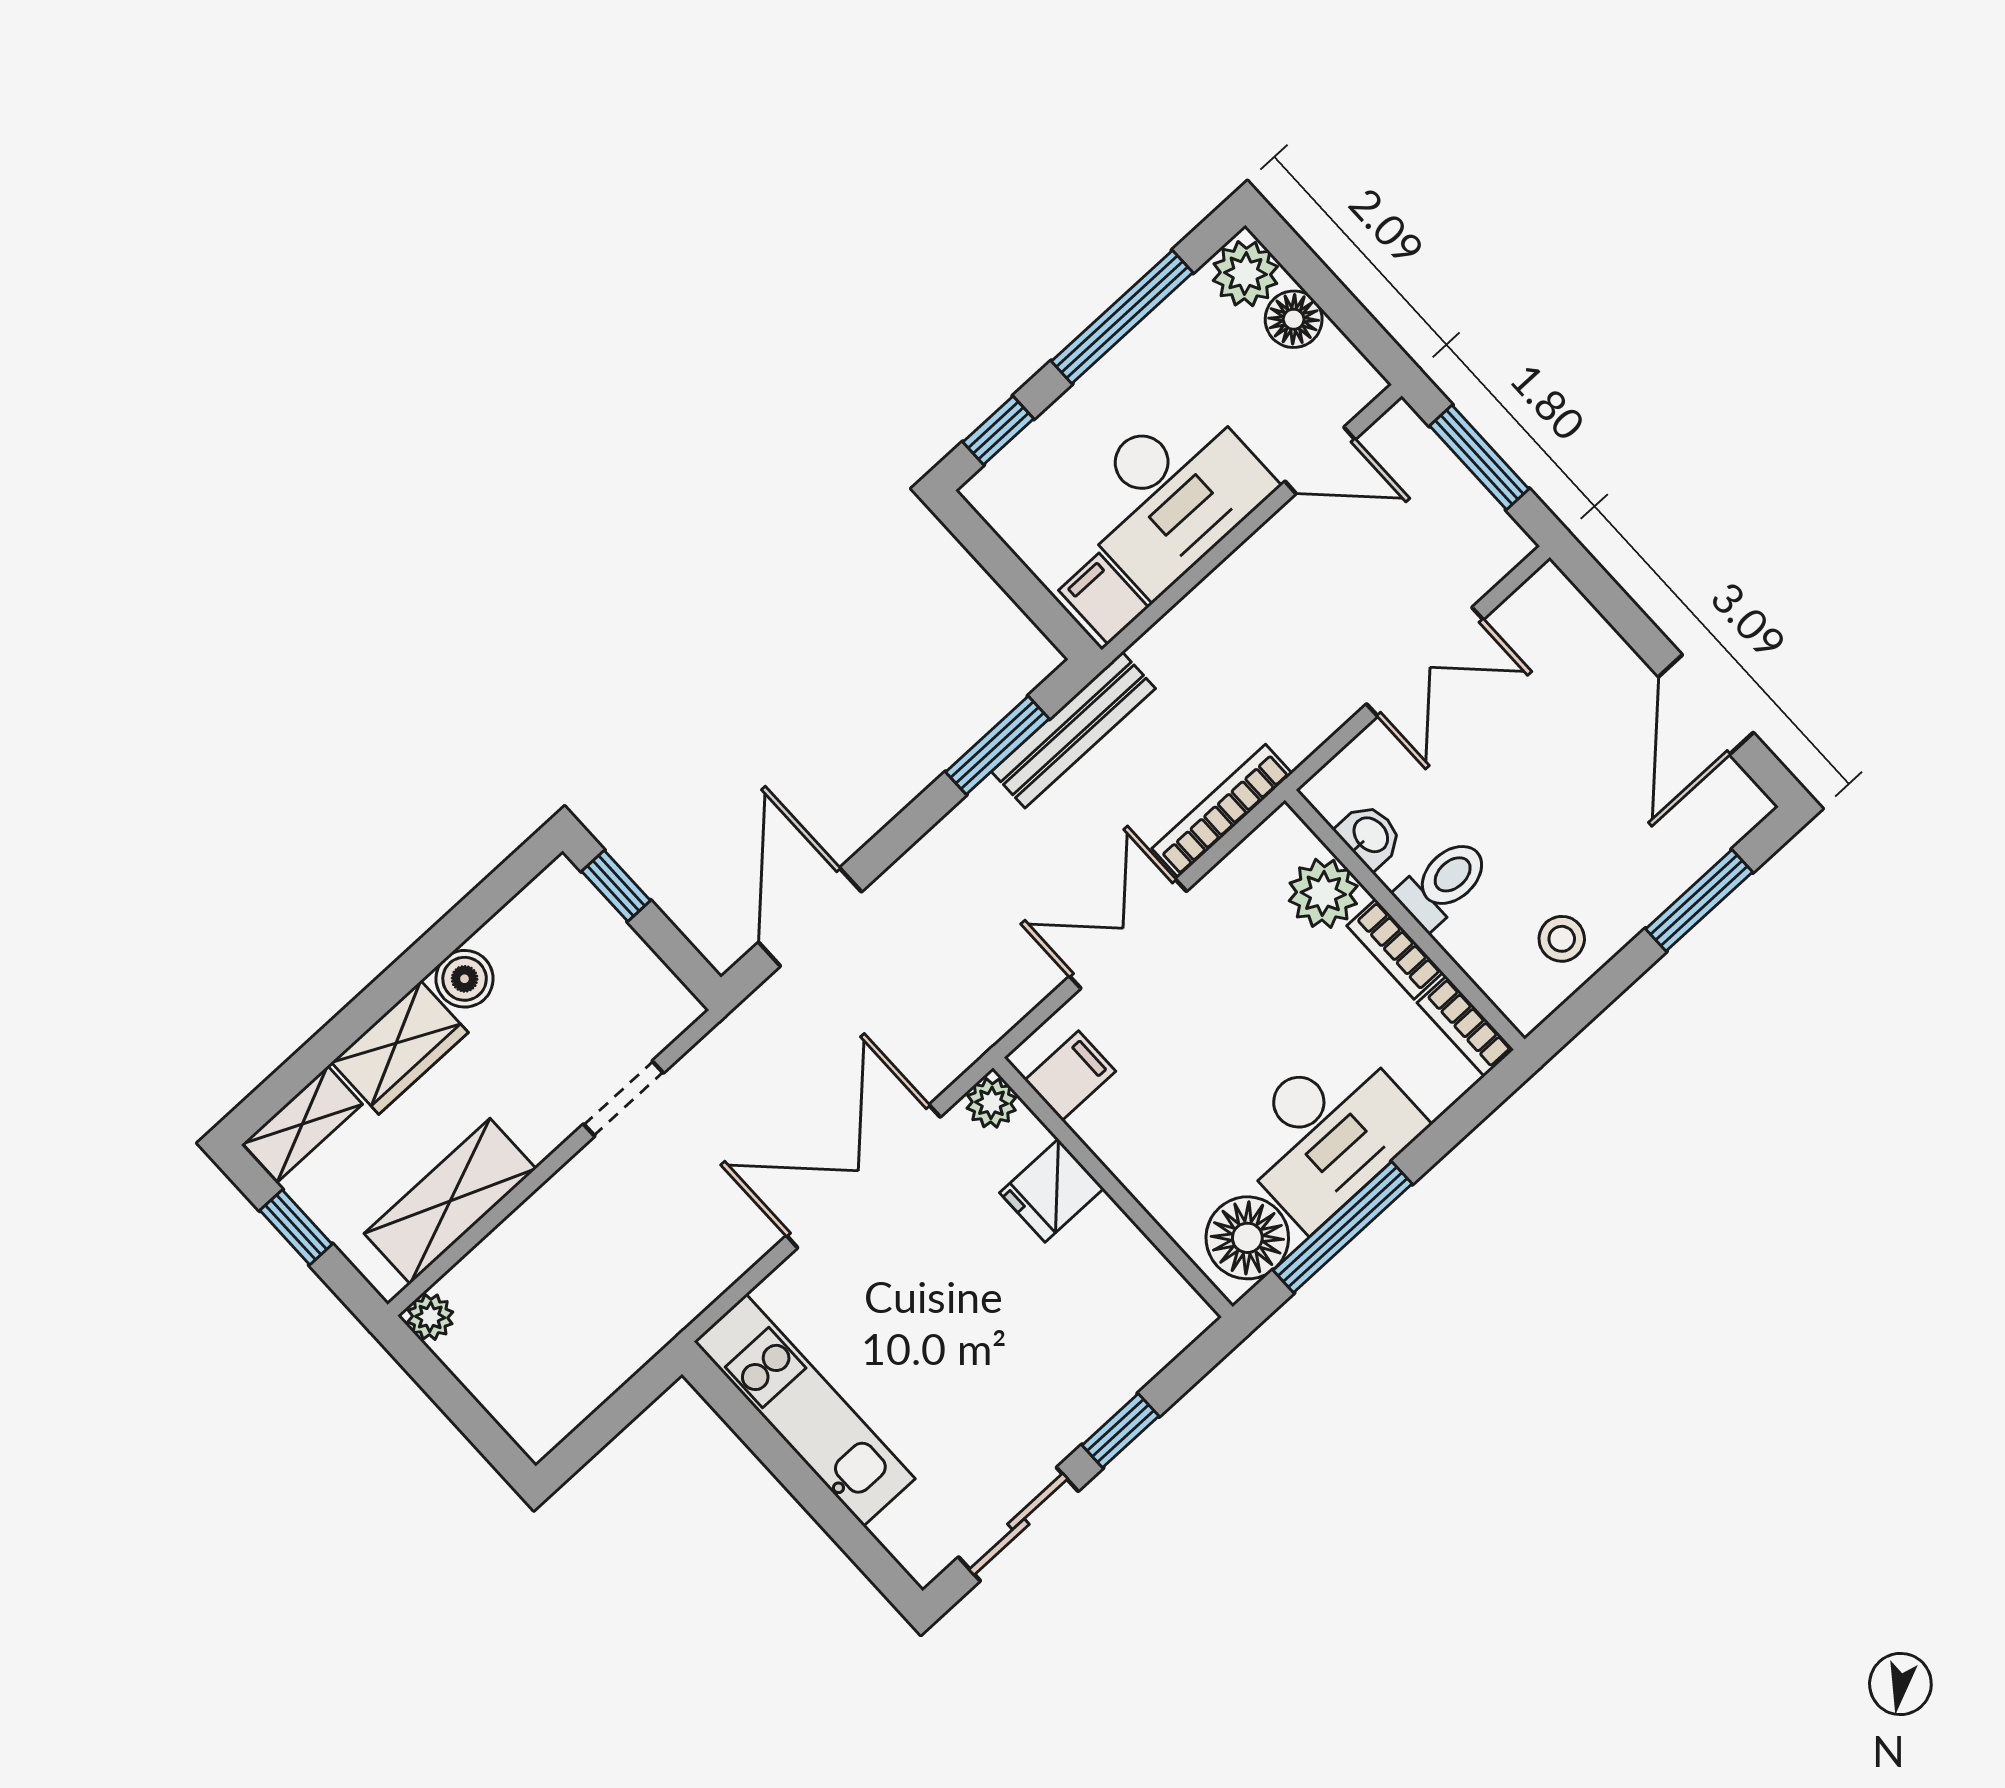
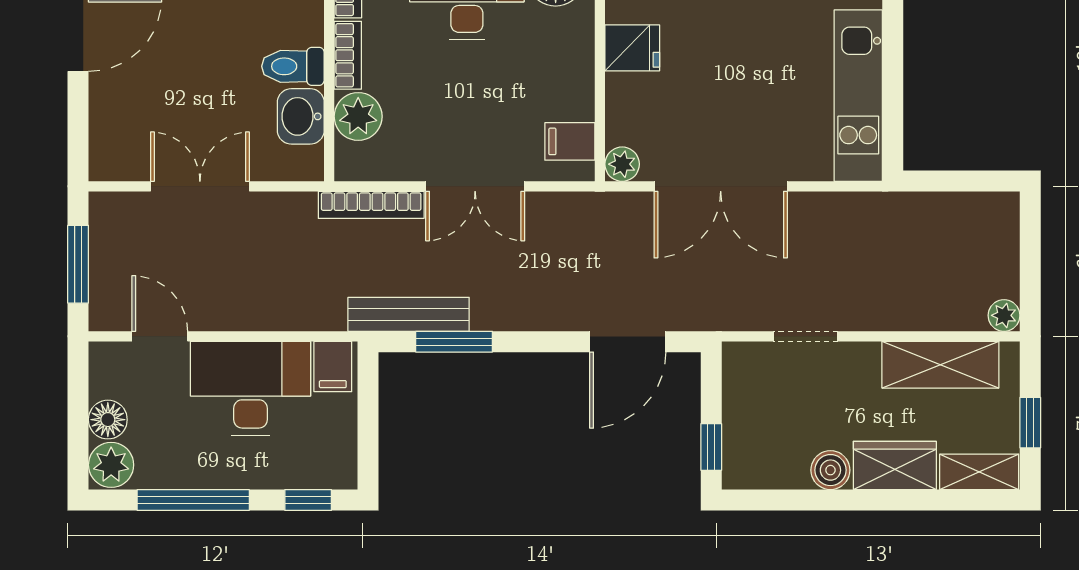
washbasin: (1370, 836) -> (301, 116), width x1.38, depth x1.45
fridge: (1052, 1191) -> (632, 48), moved

